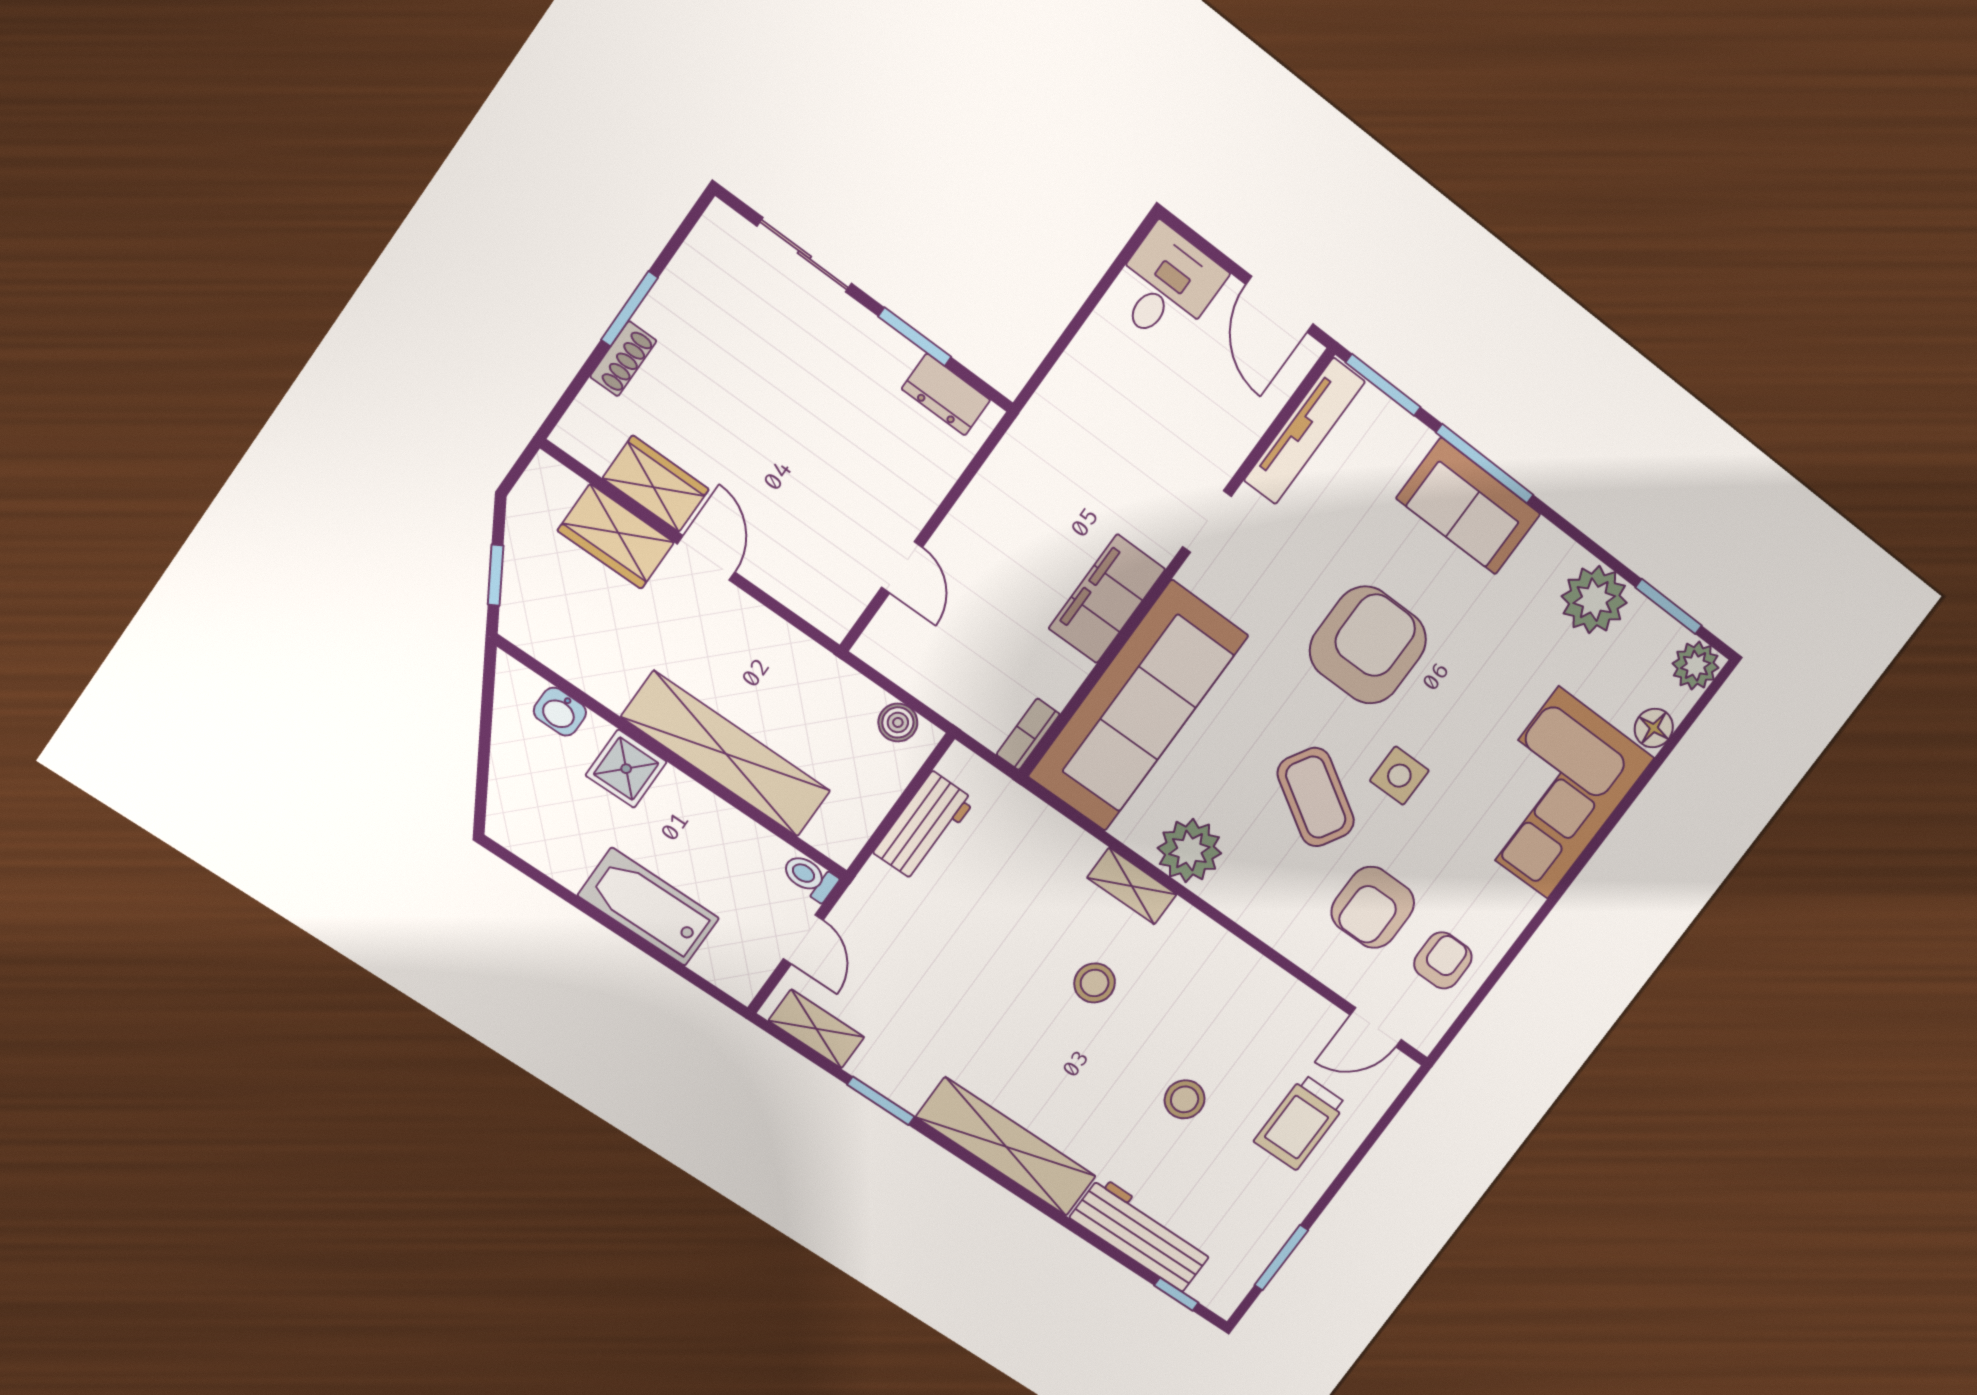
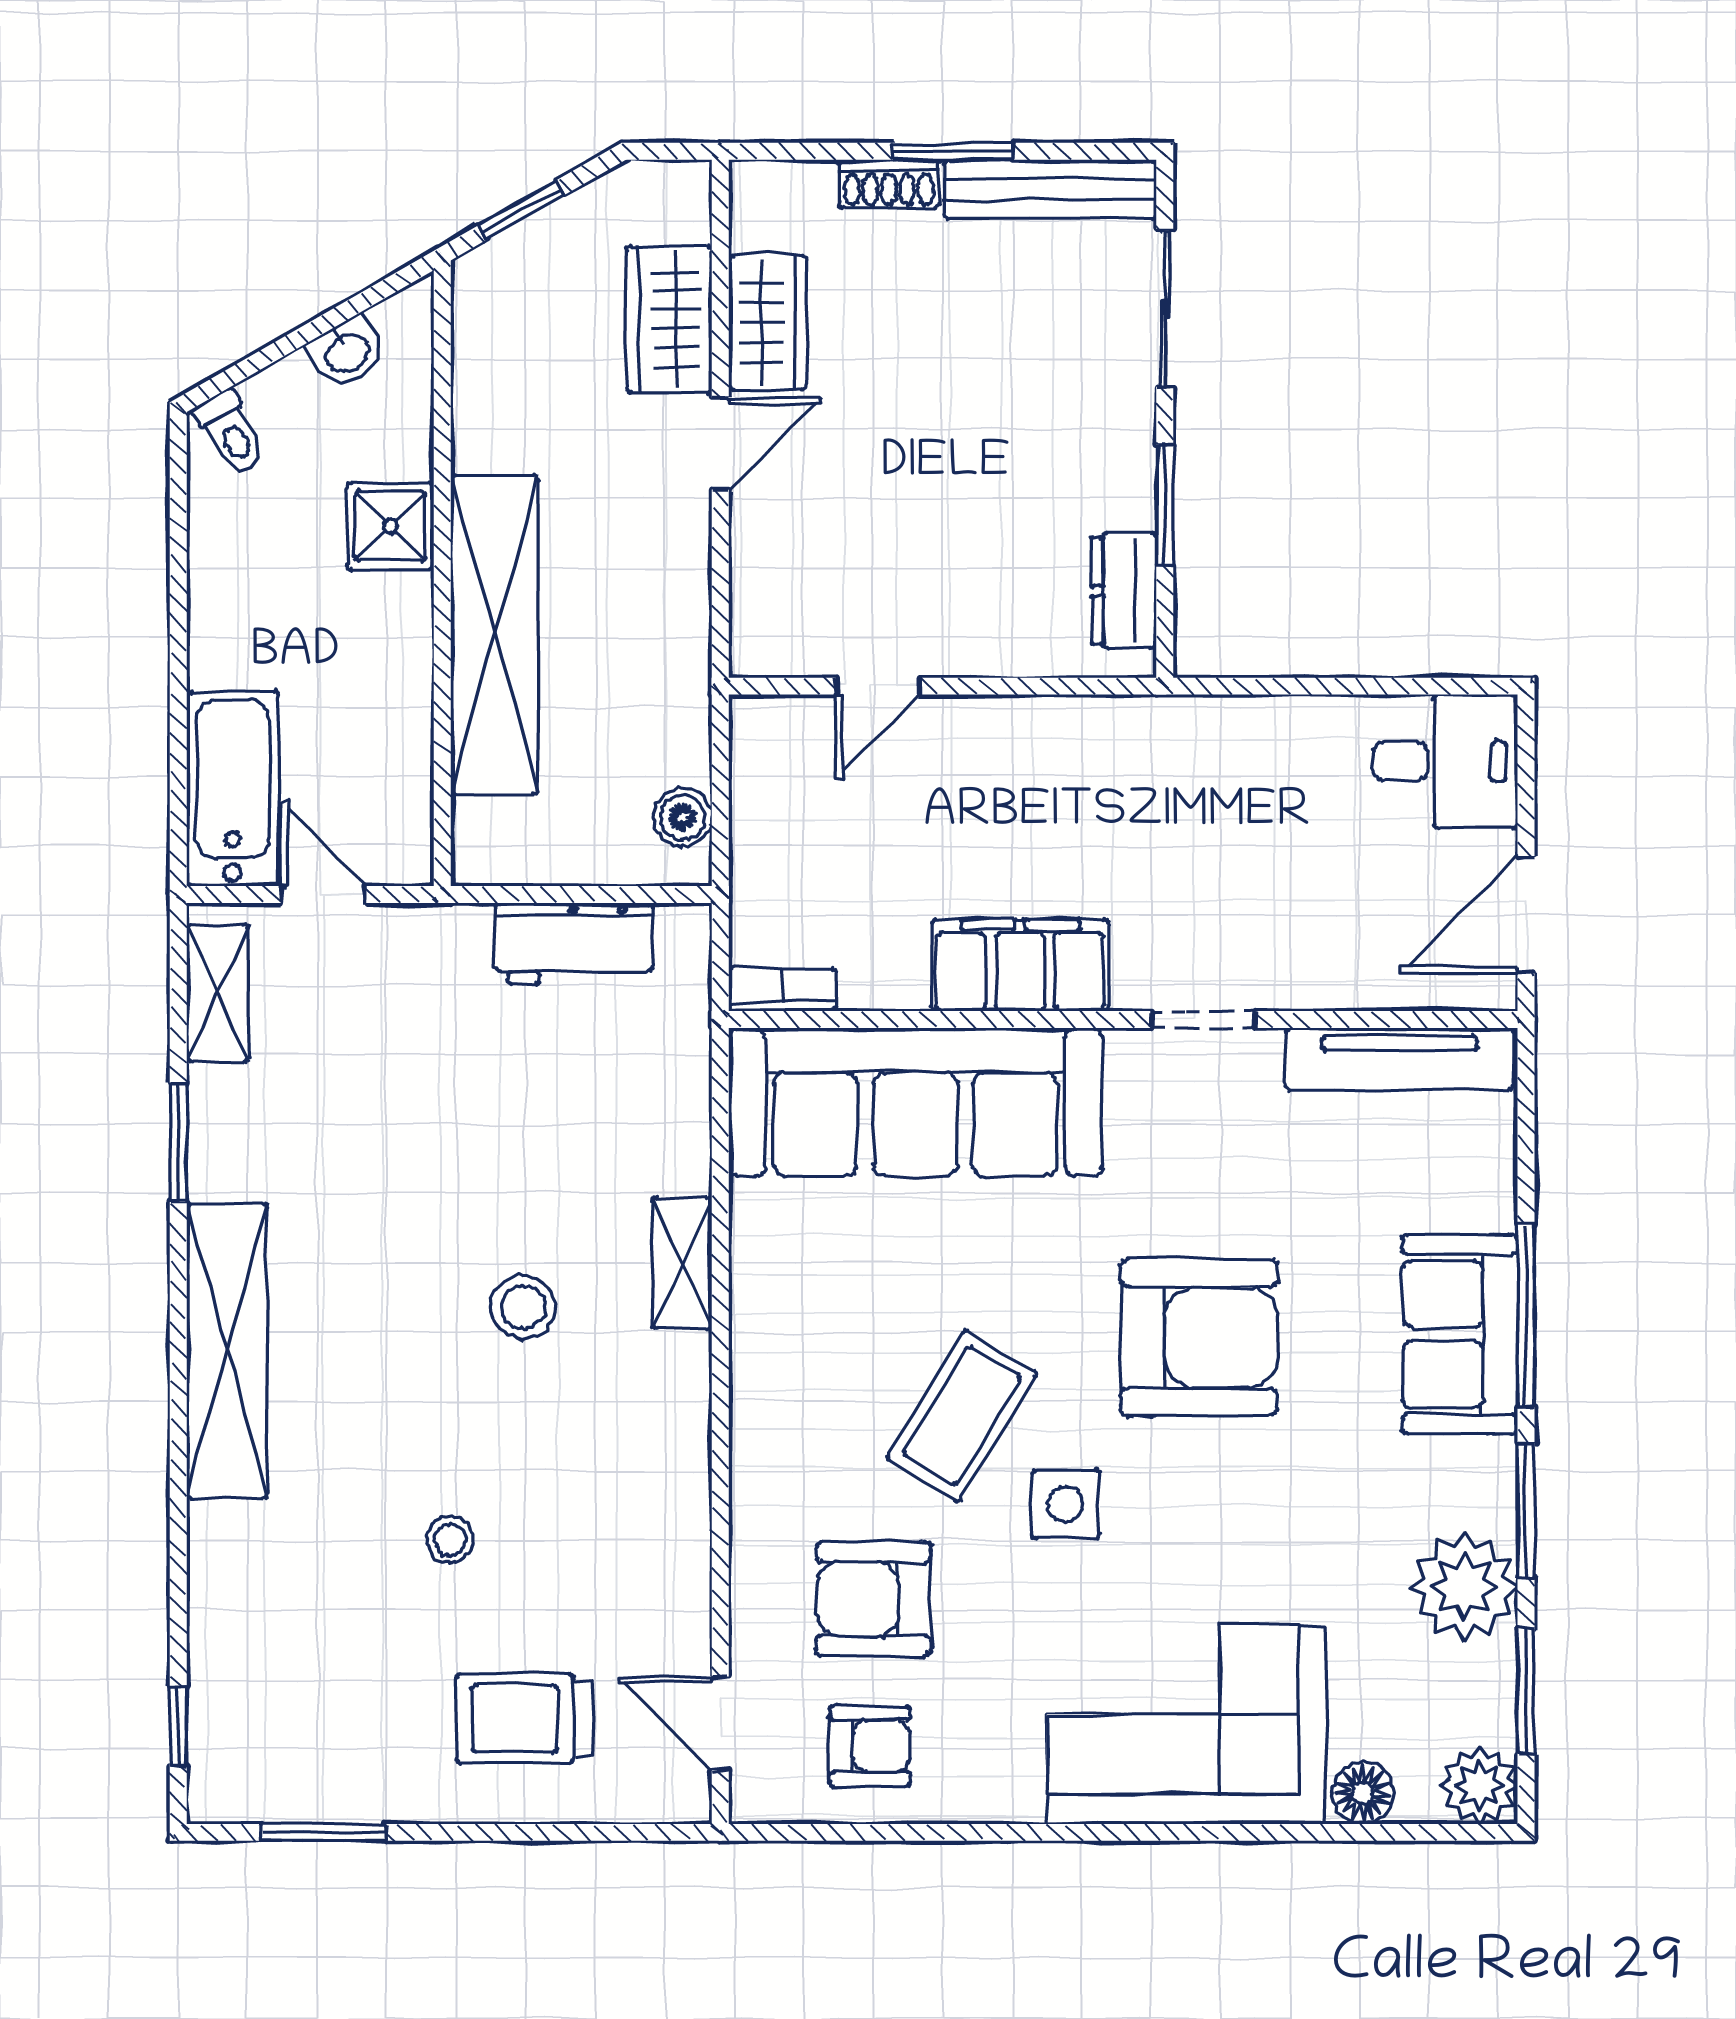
bench: (690, 269) -> (1050, 189), added
window: (1383, 385) -> (1526, 1510), moved
washbasin: (560, 712) -> (347, 352), moved, turned -120
plant: (1189, 851) -> (779, 1303), removed
toilet: (810, 877) -> (231, 433), moved, turned 150
bathtub: (648, 907) -> (233, 789), moved
door: (803, 939) -> (324, 895), swing flipped
stool: (1185, 1099) -> (450, 1540), width x0.73, depth x0.73
workbench: (1142, 1234) -> (230, 1618), removed

